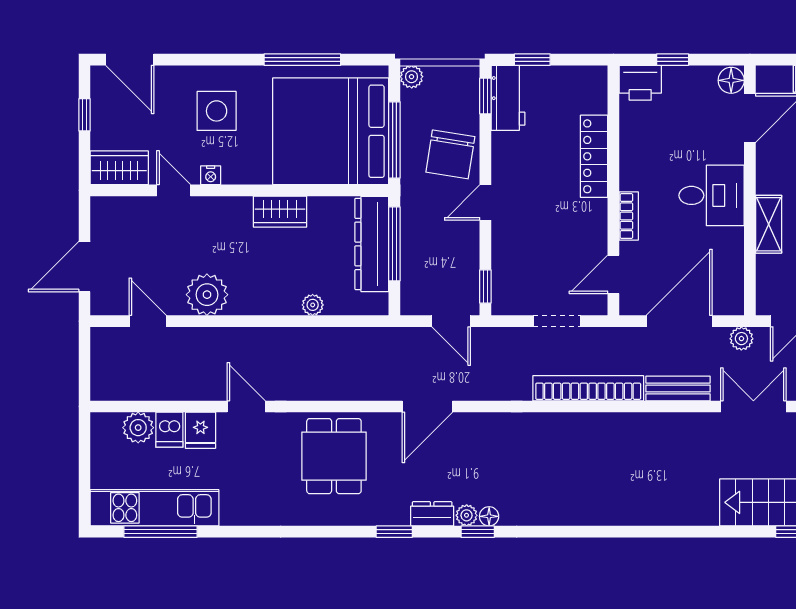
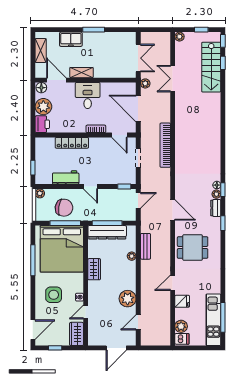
window: (673, 60) -> (33, 111), removed
plant: (412, 77) -> (40, 193), moved
plant: (684, 86) -> (43, 107), added
window: (485, 96) -> (48, 187), removed
workbench: (508, 98) -> (66, 177), moved
chair: (450, 154) -> (64, 208), moved
shelving: (769, 224) -> (81, 73), moved
door: (84, 267) -> (116, 348), hinge flipped
bench: (678, 389) -> (145, 246), moved
dishwasher: (169, 430) -> (182, 339), moved

